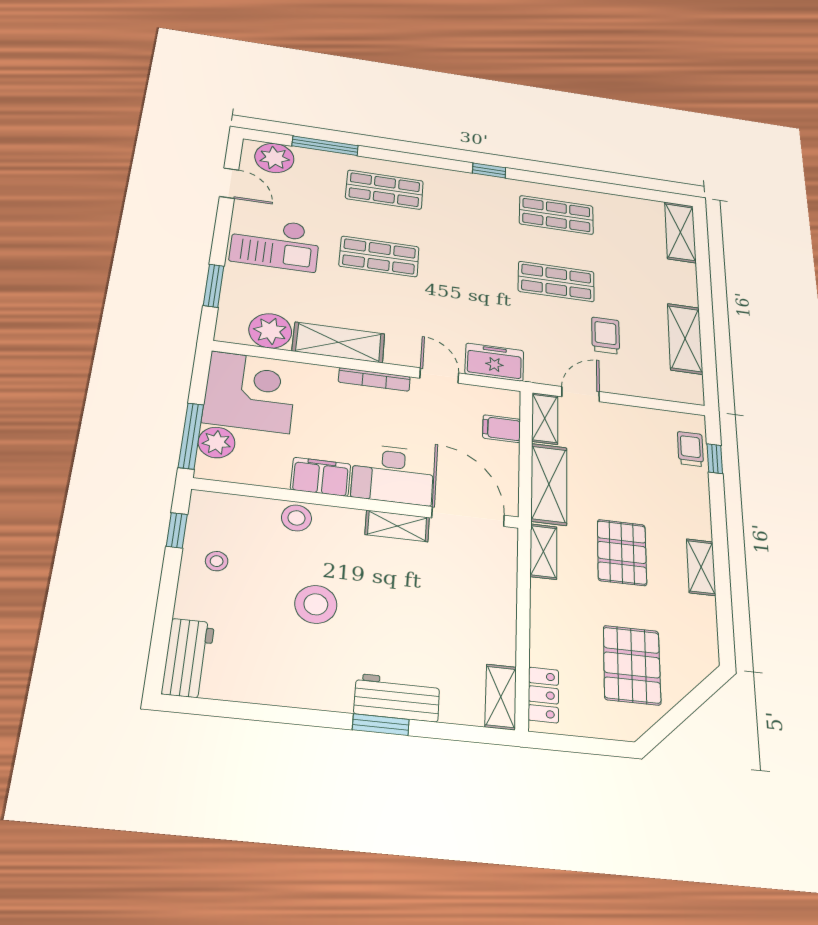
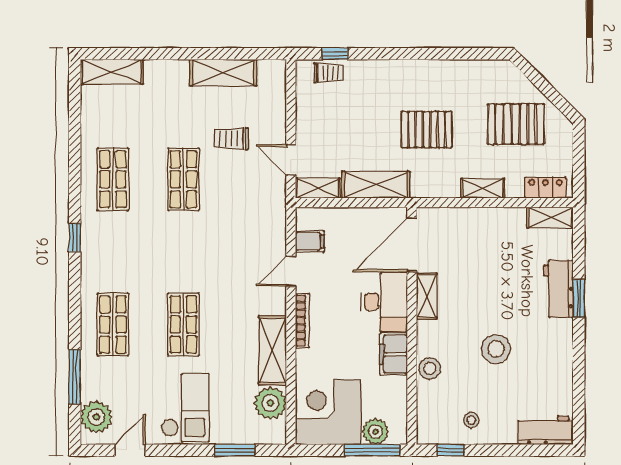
freezer: (494, 362) -> (272, 228), removed
filing cabinet: (502, 429) -> (310, 241), moved, turned -90
trolley: (690, 449) -> (329, 73), turned 180
shelving: (543, 551) -> (483, 188), moved
shelving: (701, 567) -> (431, 69), removed

